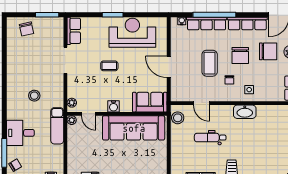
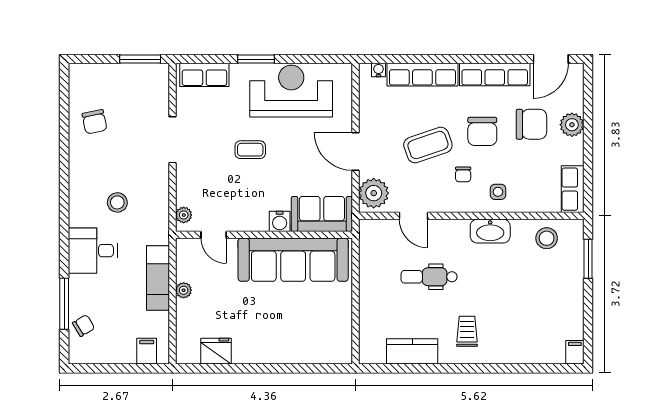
window: (214, 15) -> (436, 59), removed
chair: (26, 29) -> (95, 122), moved
row of seats: (74, 31) -> (204, 75), moved, turned 90
coffee table: (210, 63) -> (428, 145), turned 71
plant: (179, 90) -> (374, 193), added
water cooler: (113, 106) -> (280, 221), moved
stool: (178, 118) -> (547, 238), moved
plant: (72, 120) -> (184, 290), moved
exam couch: (57, 126) -> (158, 278), moved
desk: (20, 133) -> (93, 251), moved

